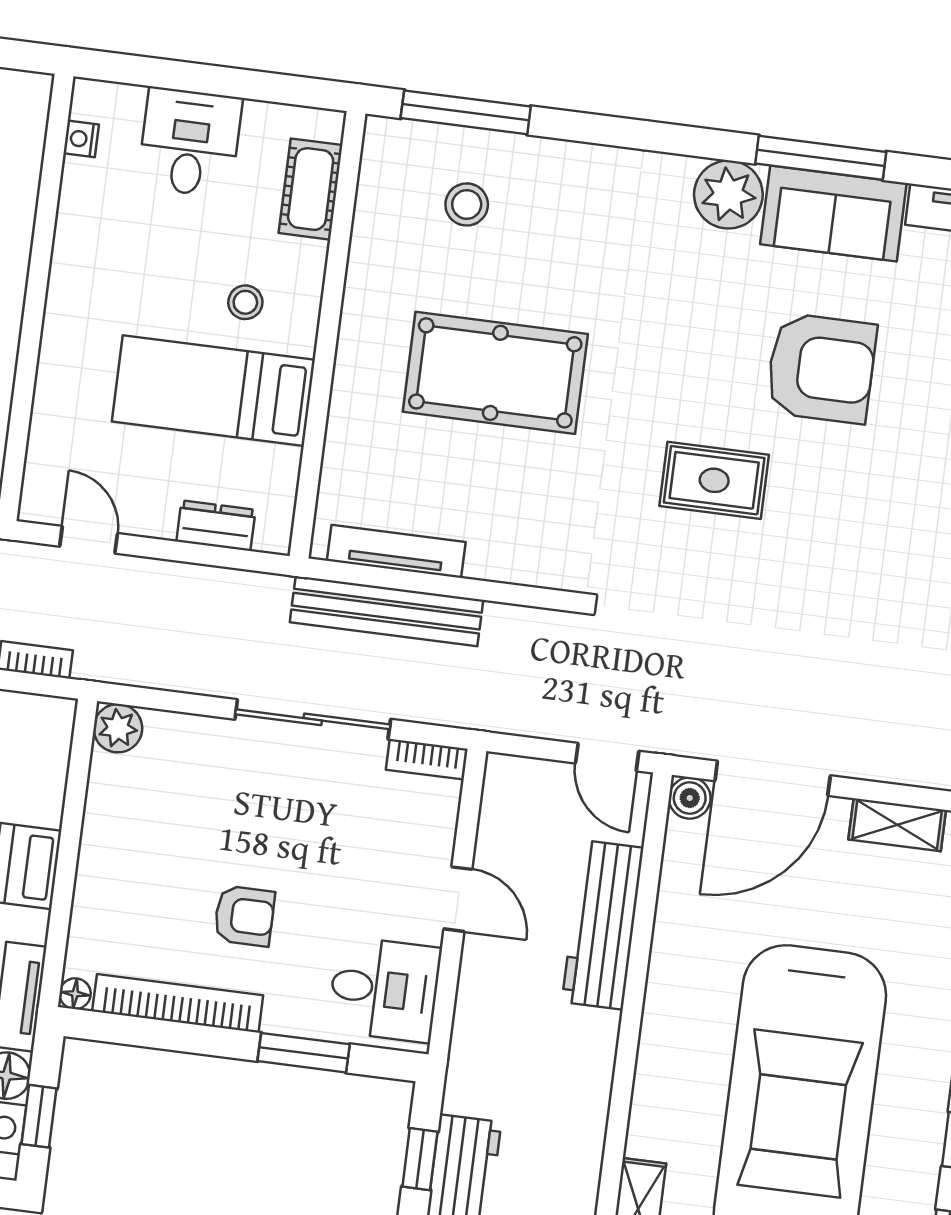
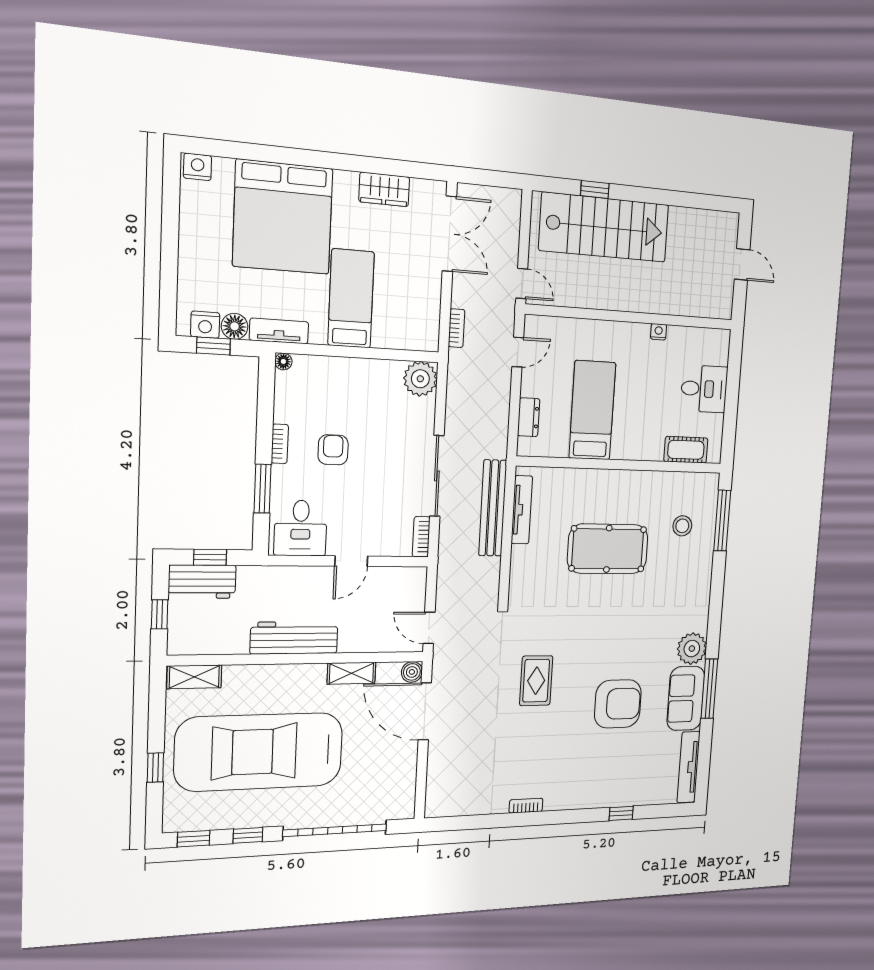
nightstand: (81, 139) -> (659, 332), moved
stool: (245, 302) -> (634, 423), removed
armchair: (821, 368) -> (618, 704), turned -90
pool table: (495, 373) -> (608, 549), turned 90
rug: (714, 480) -> (536, 681), moved
plant: (118, 728) -> (420, 379), width x1.36, depth x1.36
door: (607, 757) -> (429, 628), hinge flipped
shelving: (897, 825) -> (351, 673), moved, turned 90
armchair: (244, 916) -> (333, 450), turned 180
workbench: (603, 925) -> (294, 638), moved
bookcase: (178, 1003) -> (280, 444), width x0.43, depth x0.76

